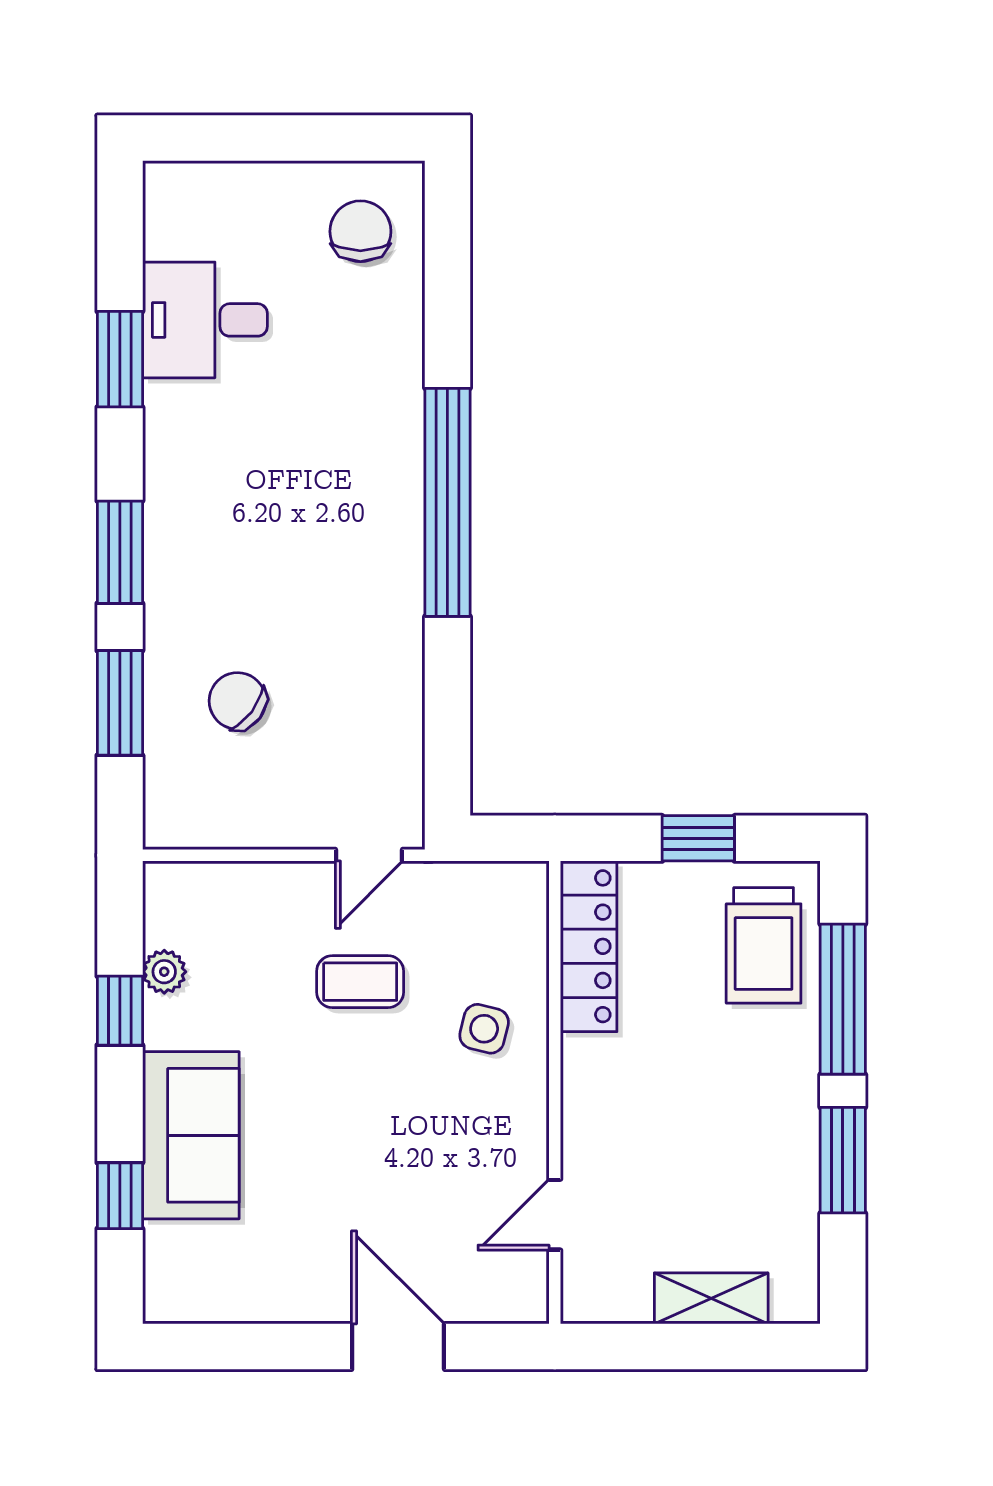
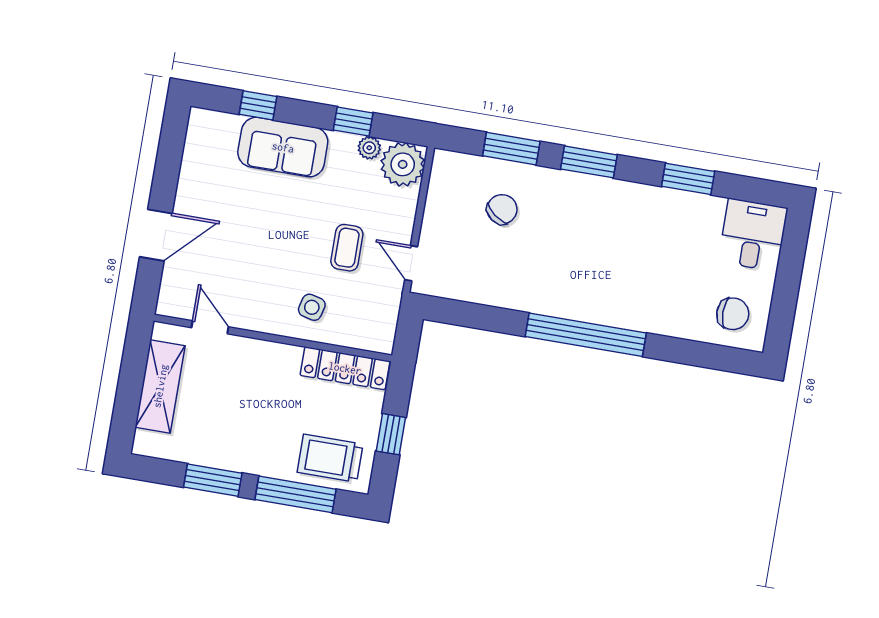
desk: (205, 320) -> (753, 235), moved
plant: (185, 903) -> (403, 164), added
shelving: (711, 1298) -> (160, 386), width x1.50, depth x1.33

